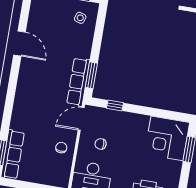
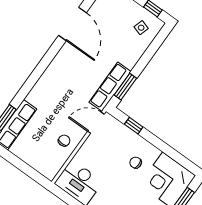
door: (19, 43) -> (73, 24), width x1.36
chair: (101, 144) -> (136, 163), moved

